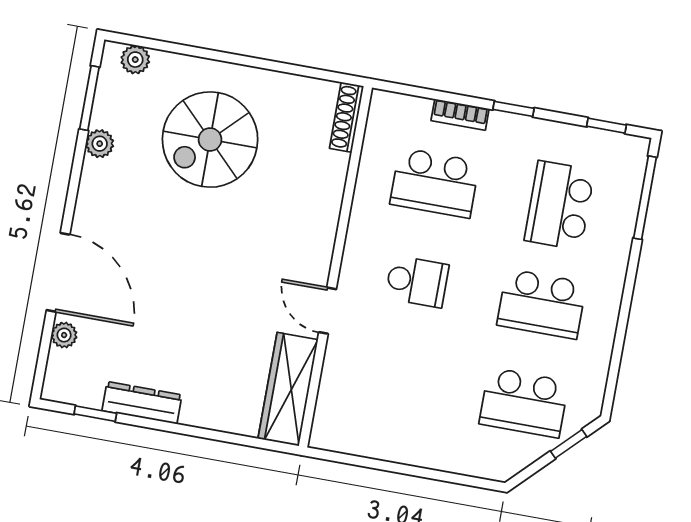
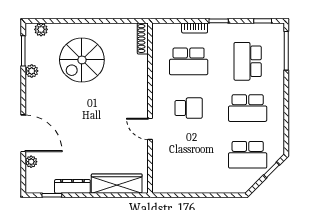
wardrobe: (288, 389) -> (117, 184), moved, turned 90

